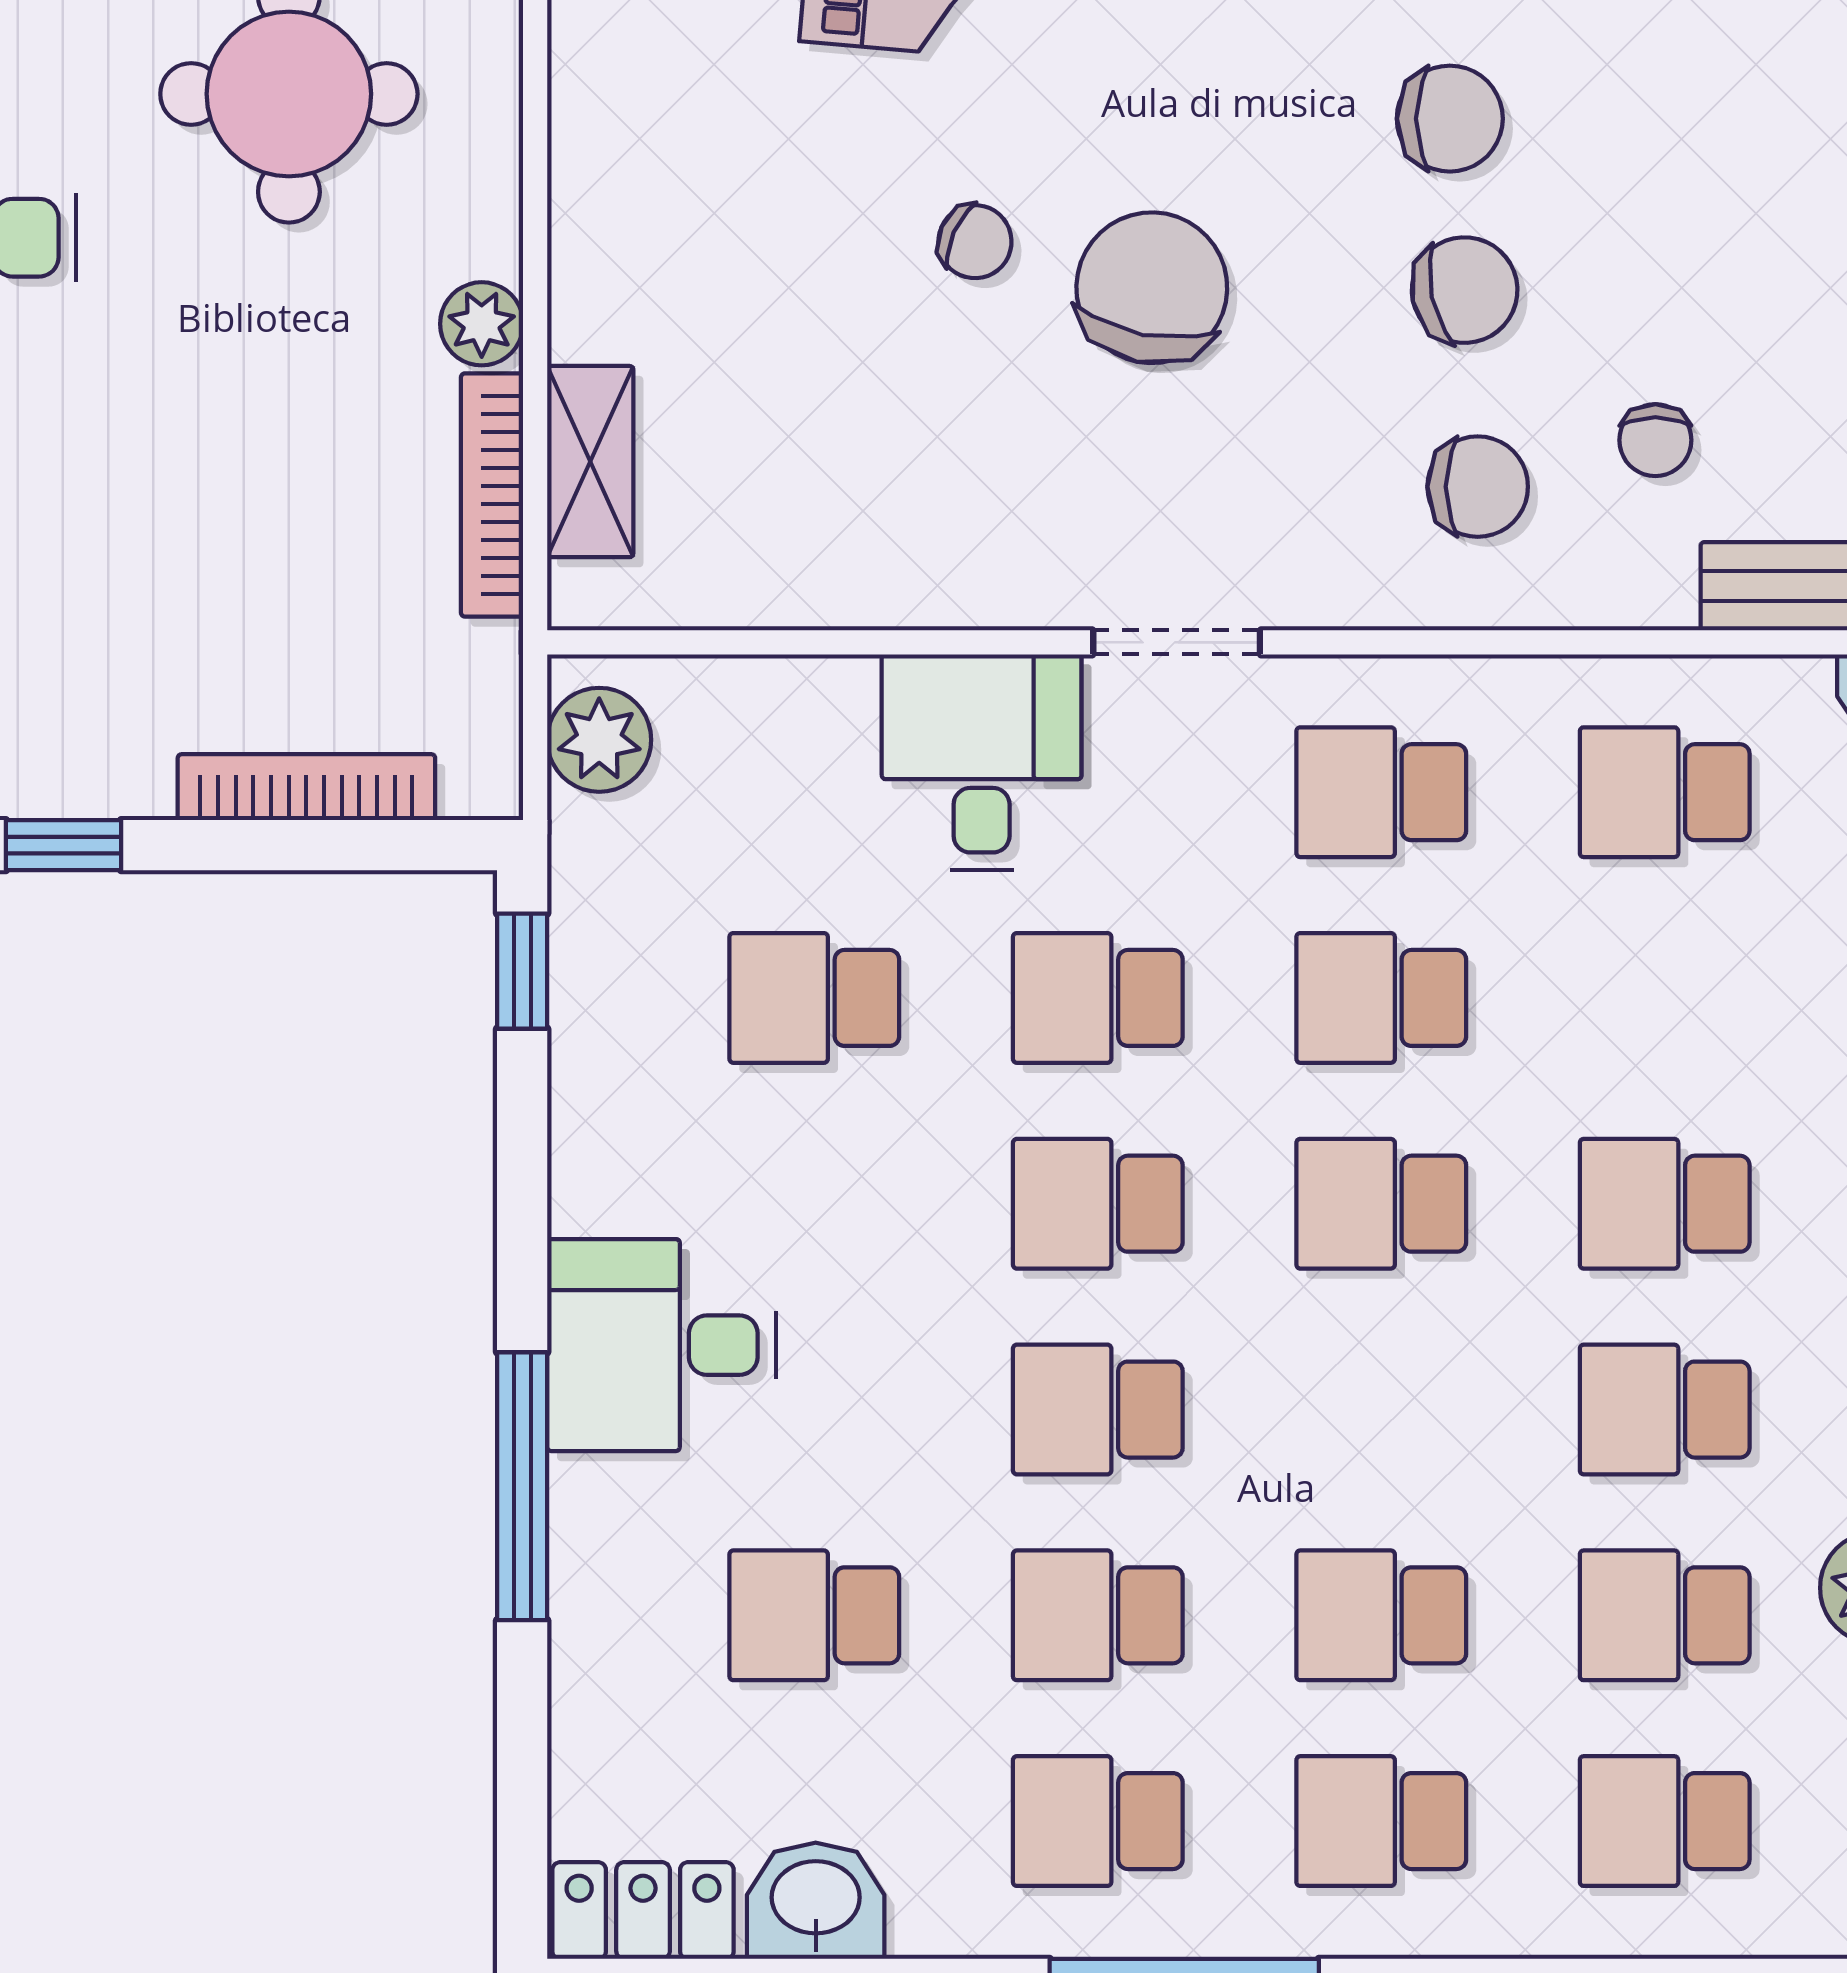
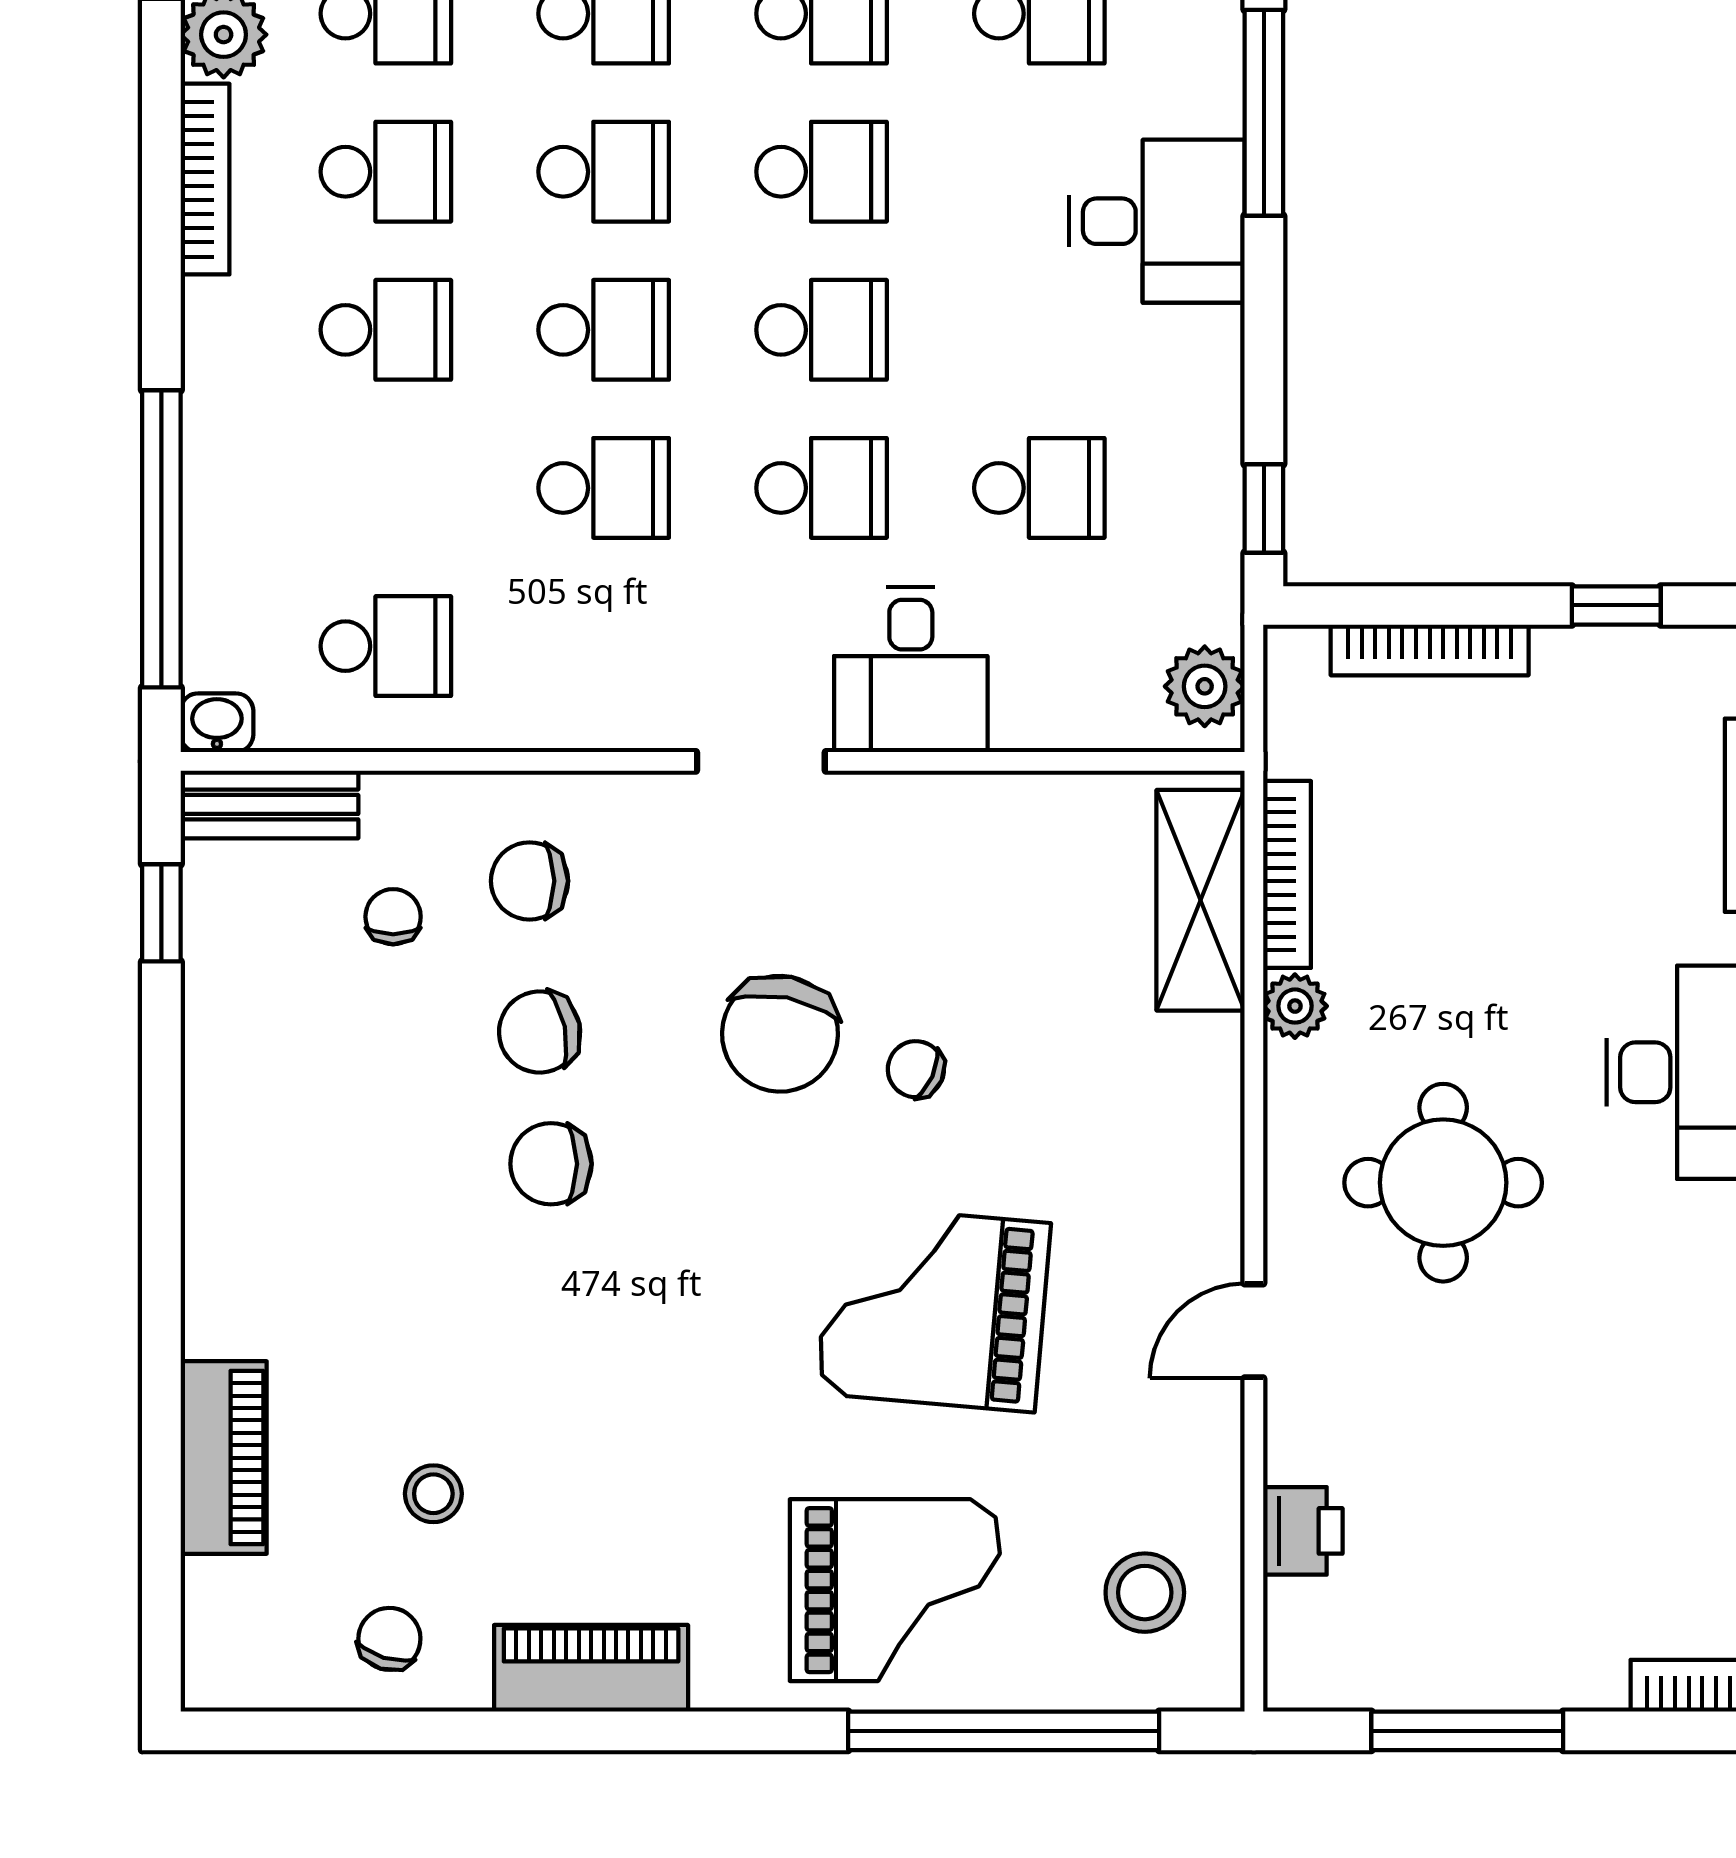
shelving: (590, 462) -> (1201, 900), width x1.50, depth x1.33
school desk: (1381, 792) -> (604, 172), moved

